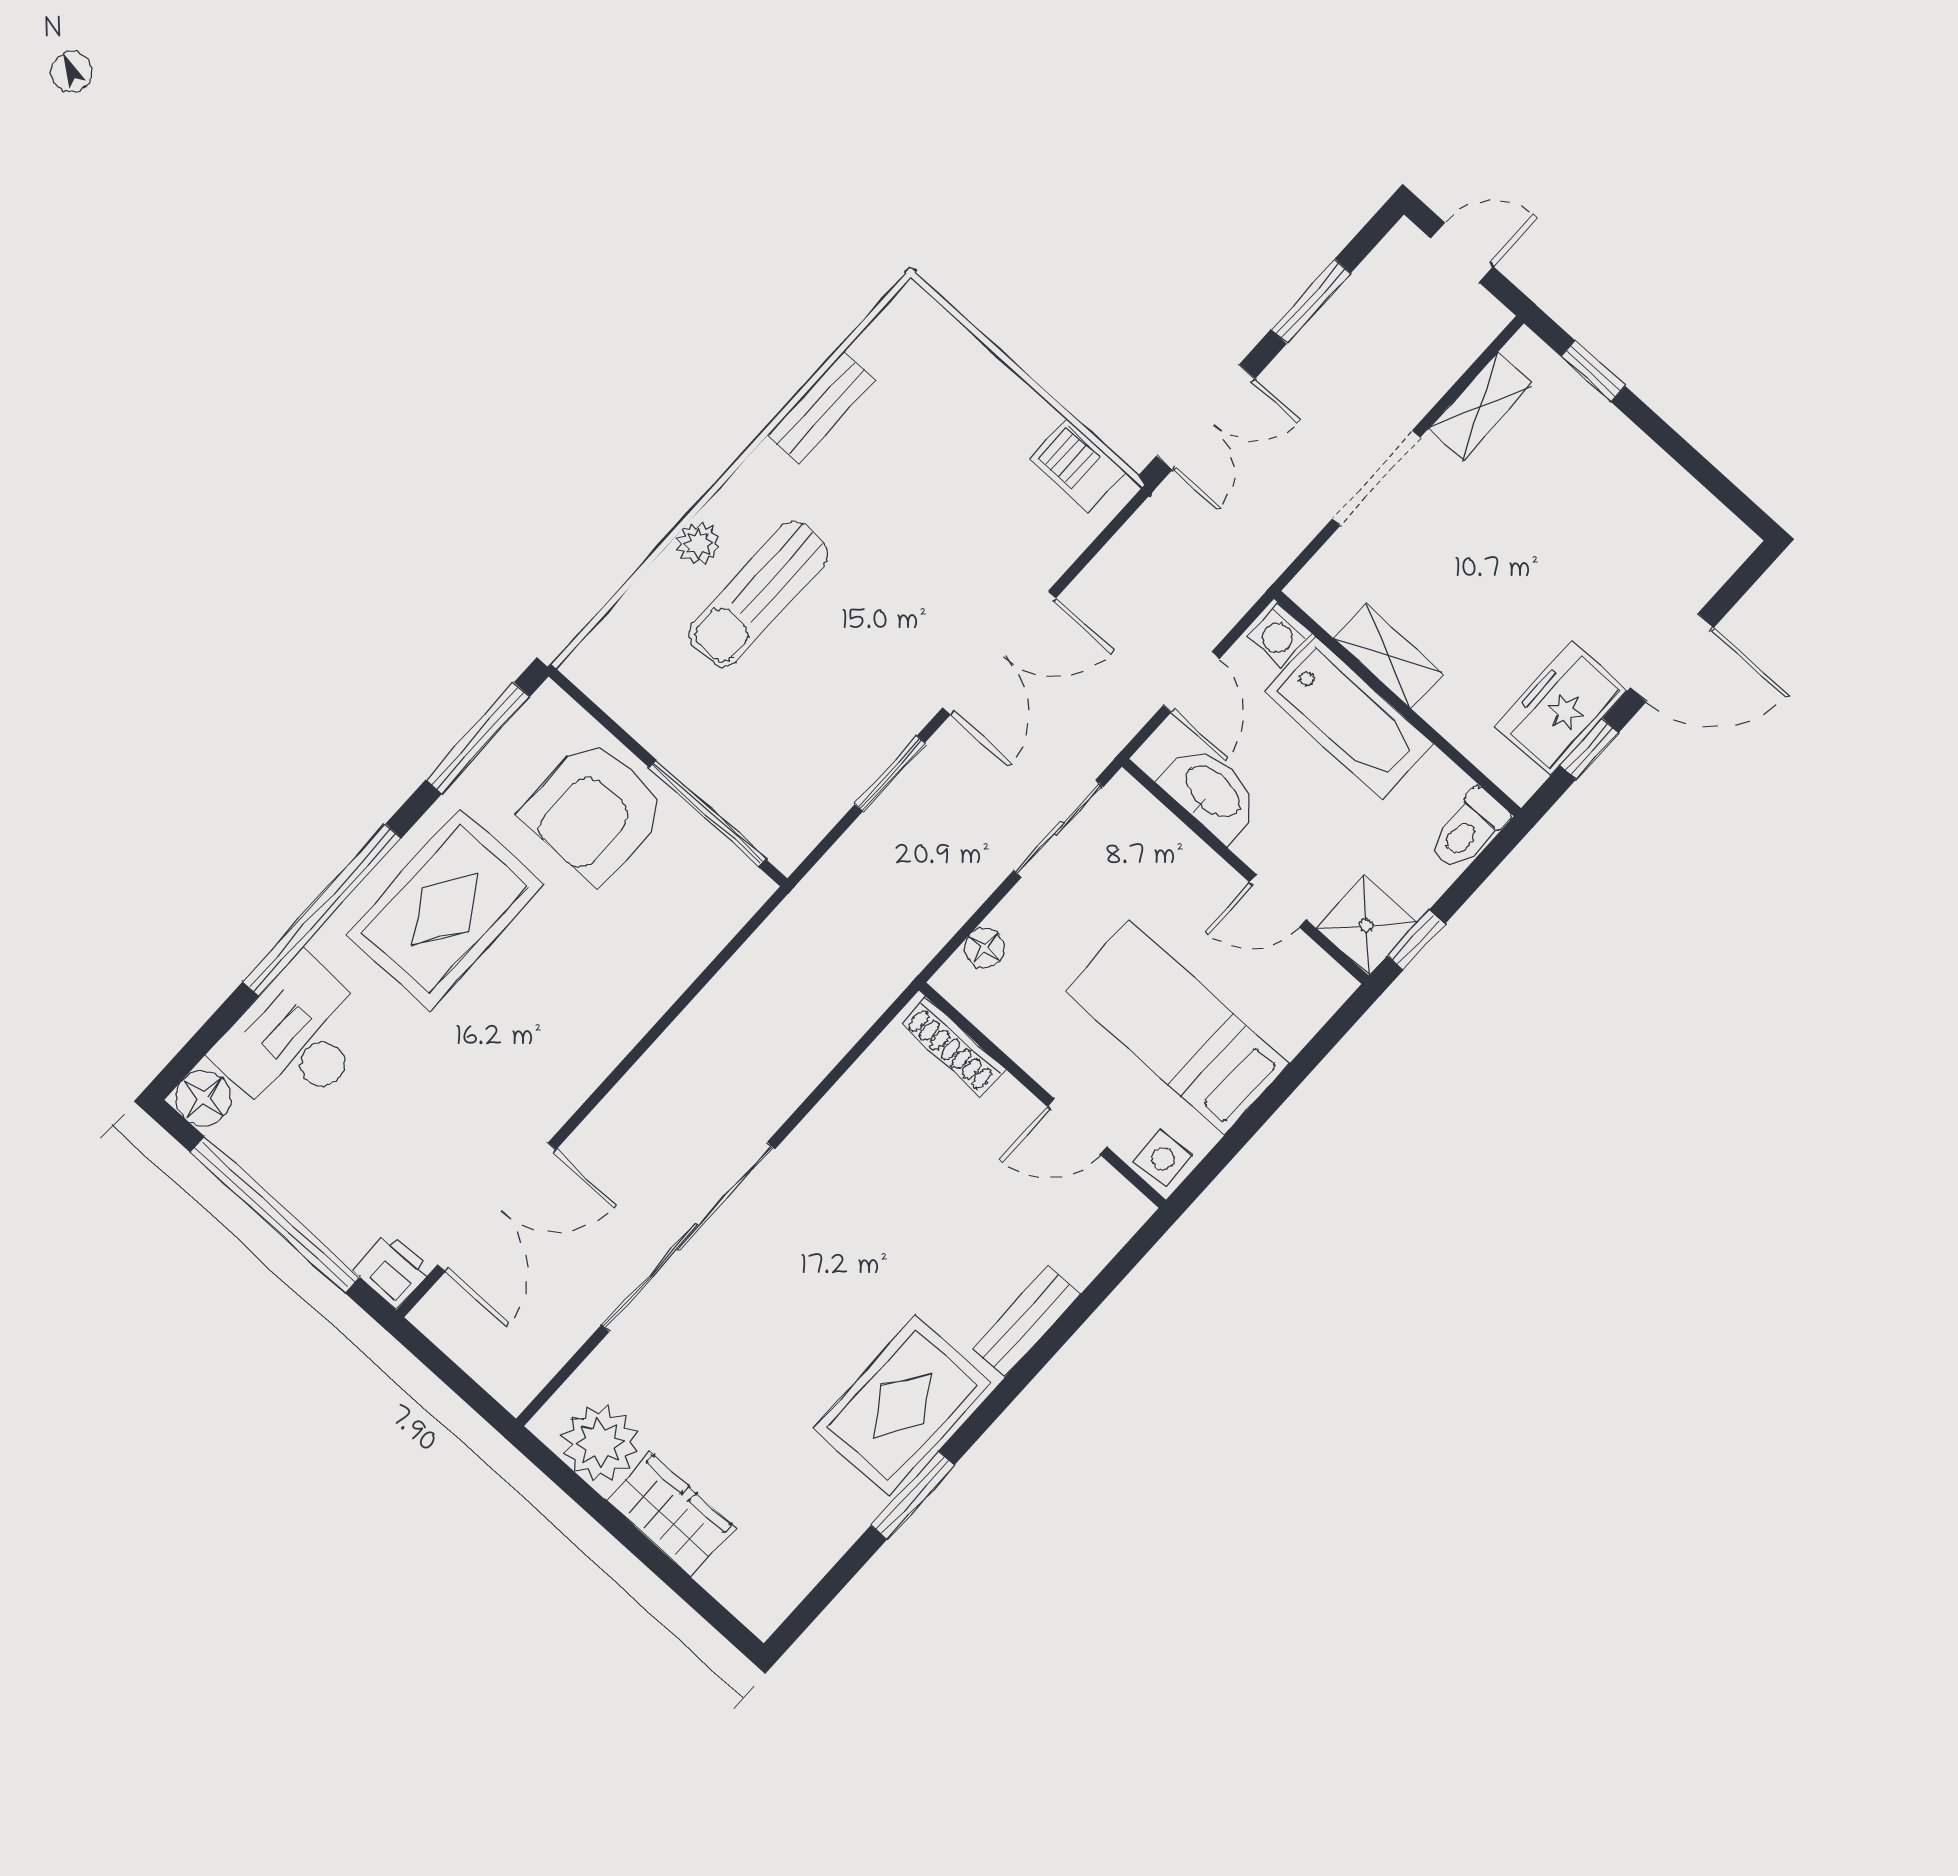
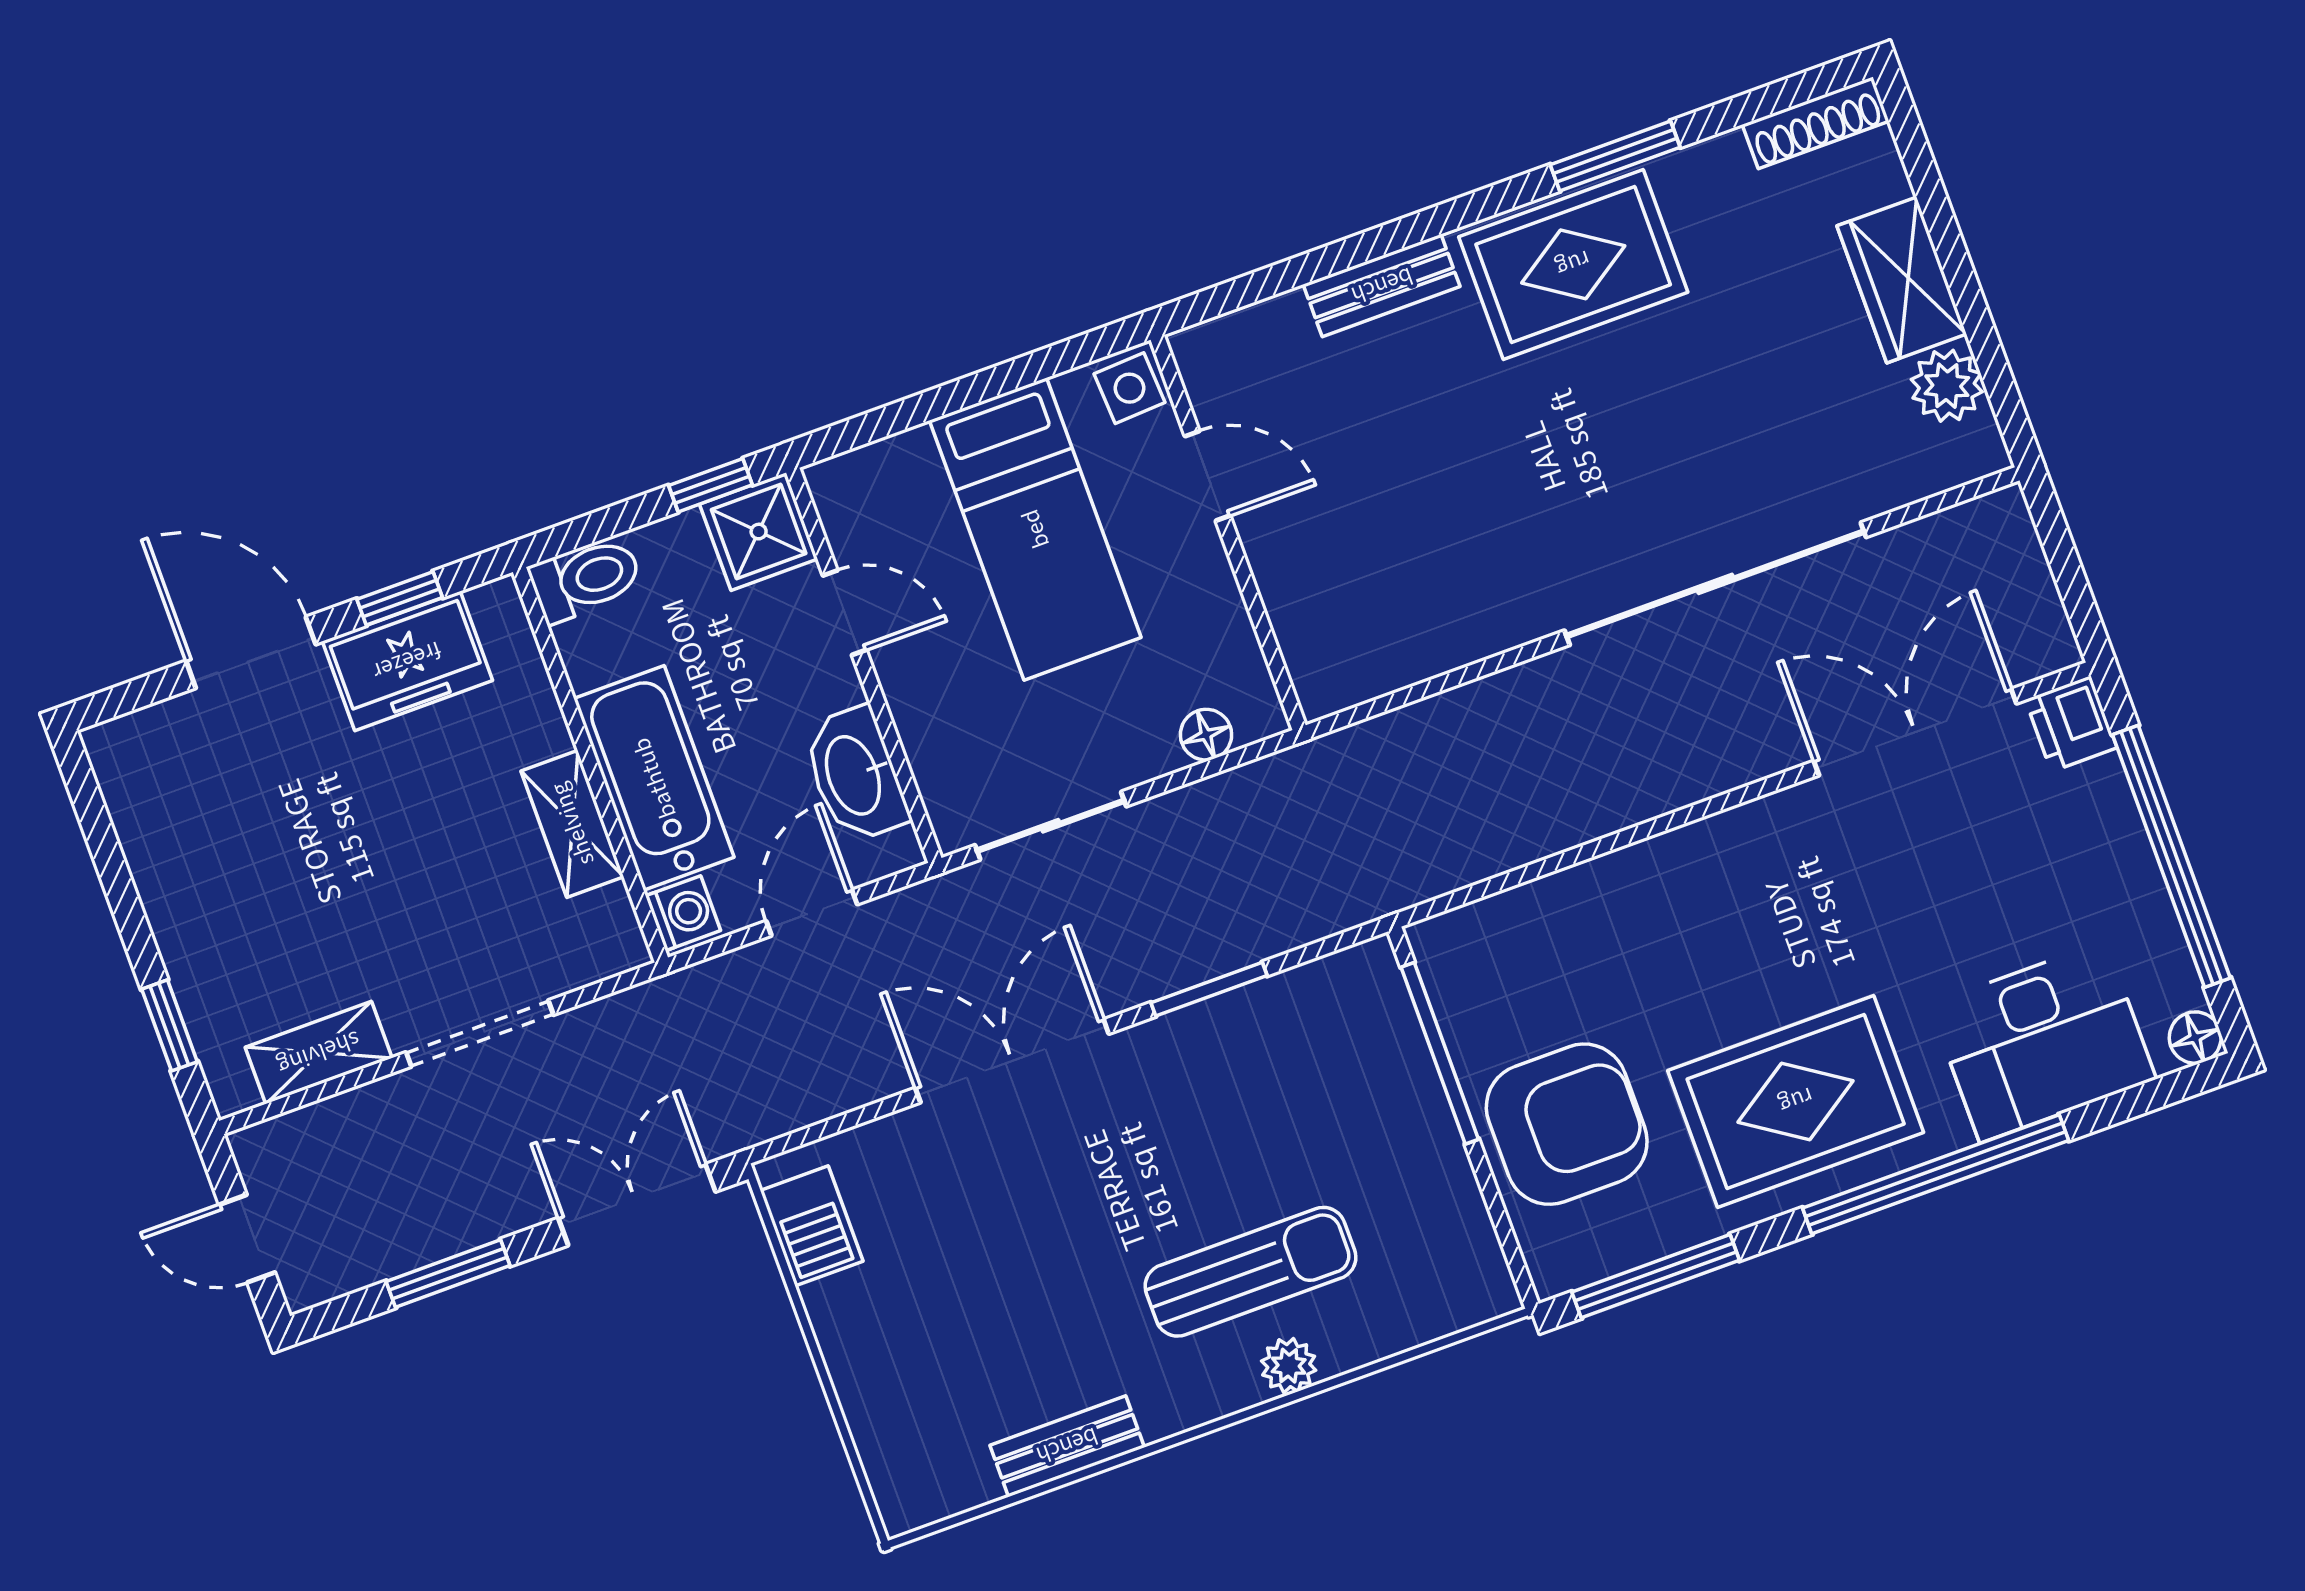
shoe rack: (953, 1046) -> (1816, 123), moved, turned 90
floor lamp: (203, 1098) -> (2195, 1038), width x0.73, depth x0.73
plant: (600, 1443) -> (1947, 386), width x0.73, depth x0.73

